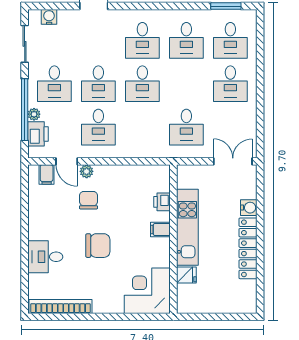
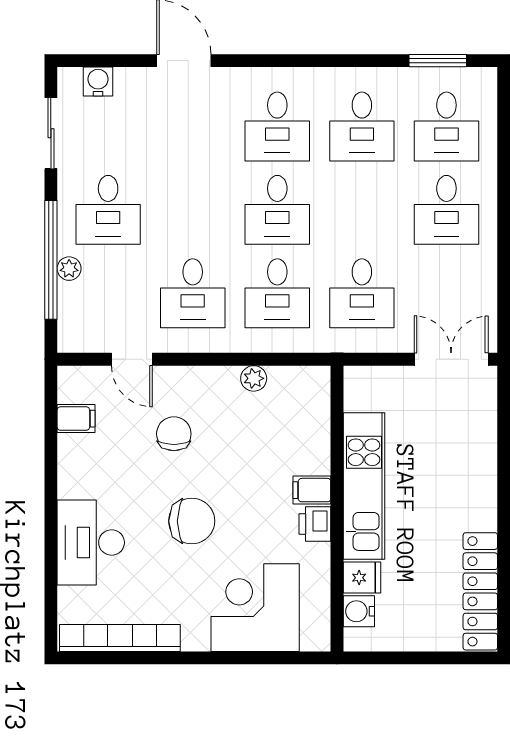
desk: (98, 84) -> (277, 293), moved
printer: (38, 134) -> (77, 306), removed
plant: (87, 171) -> (254, 378), moved
filing cabinet: (47, 174) -> (76, 419), moved, turned -90
printer: (162, 202) -> (315, 524), moved
water cooler: (249, 208) -> (359, 611), moved, turned 180
locker: (248, 248) -> (480, 591), moved
desk: (45, 257) -> (91, 543), width x1.37
corner desk: (147, 291) -> (255, 608), moved

